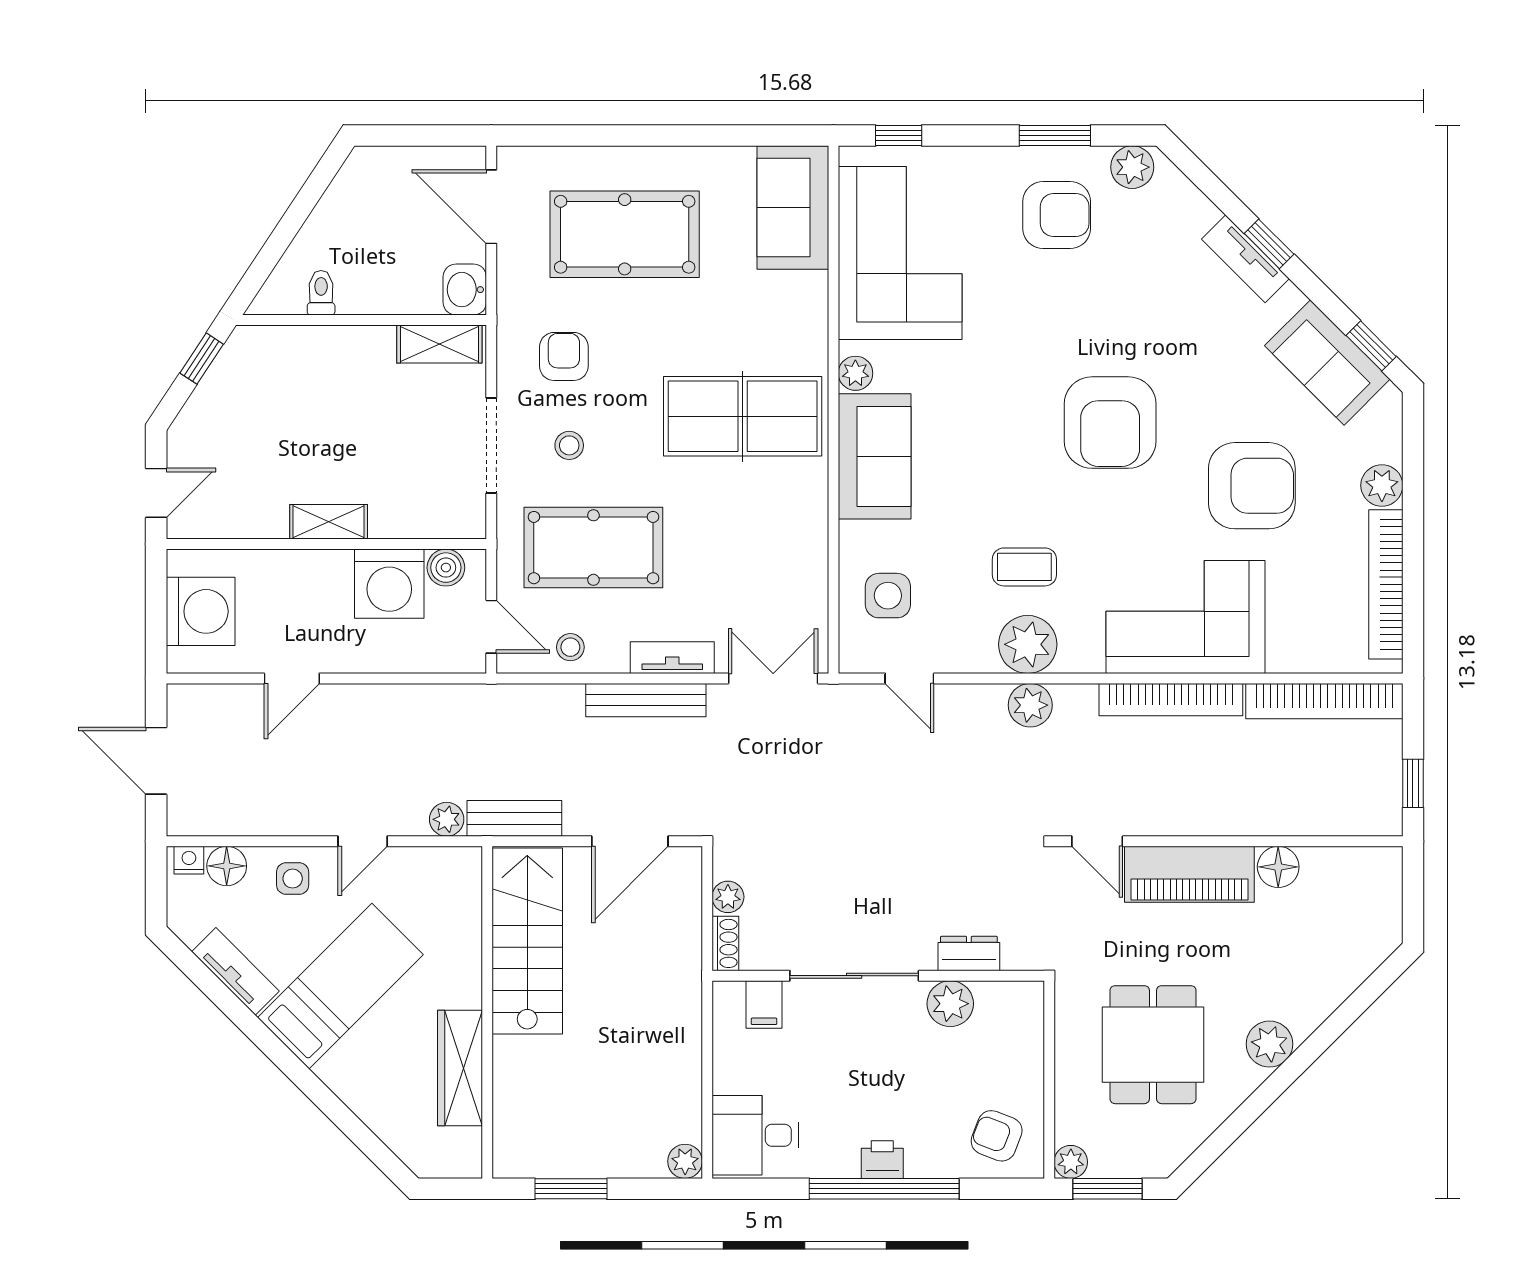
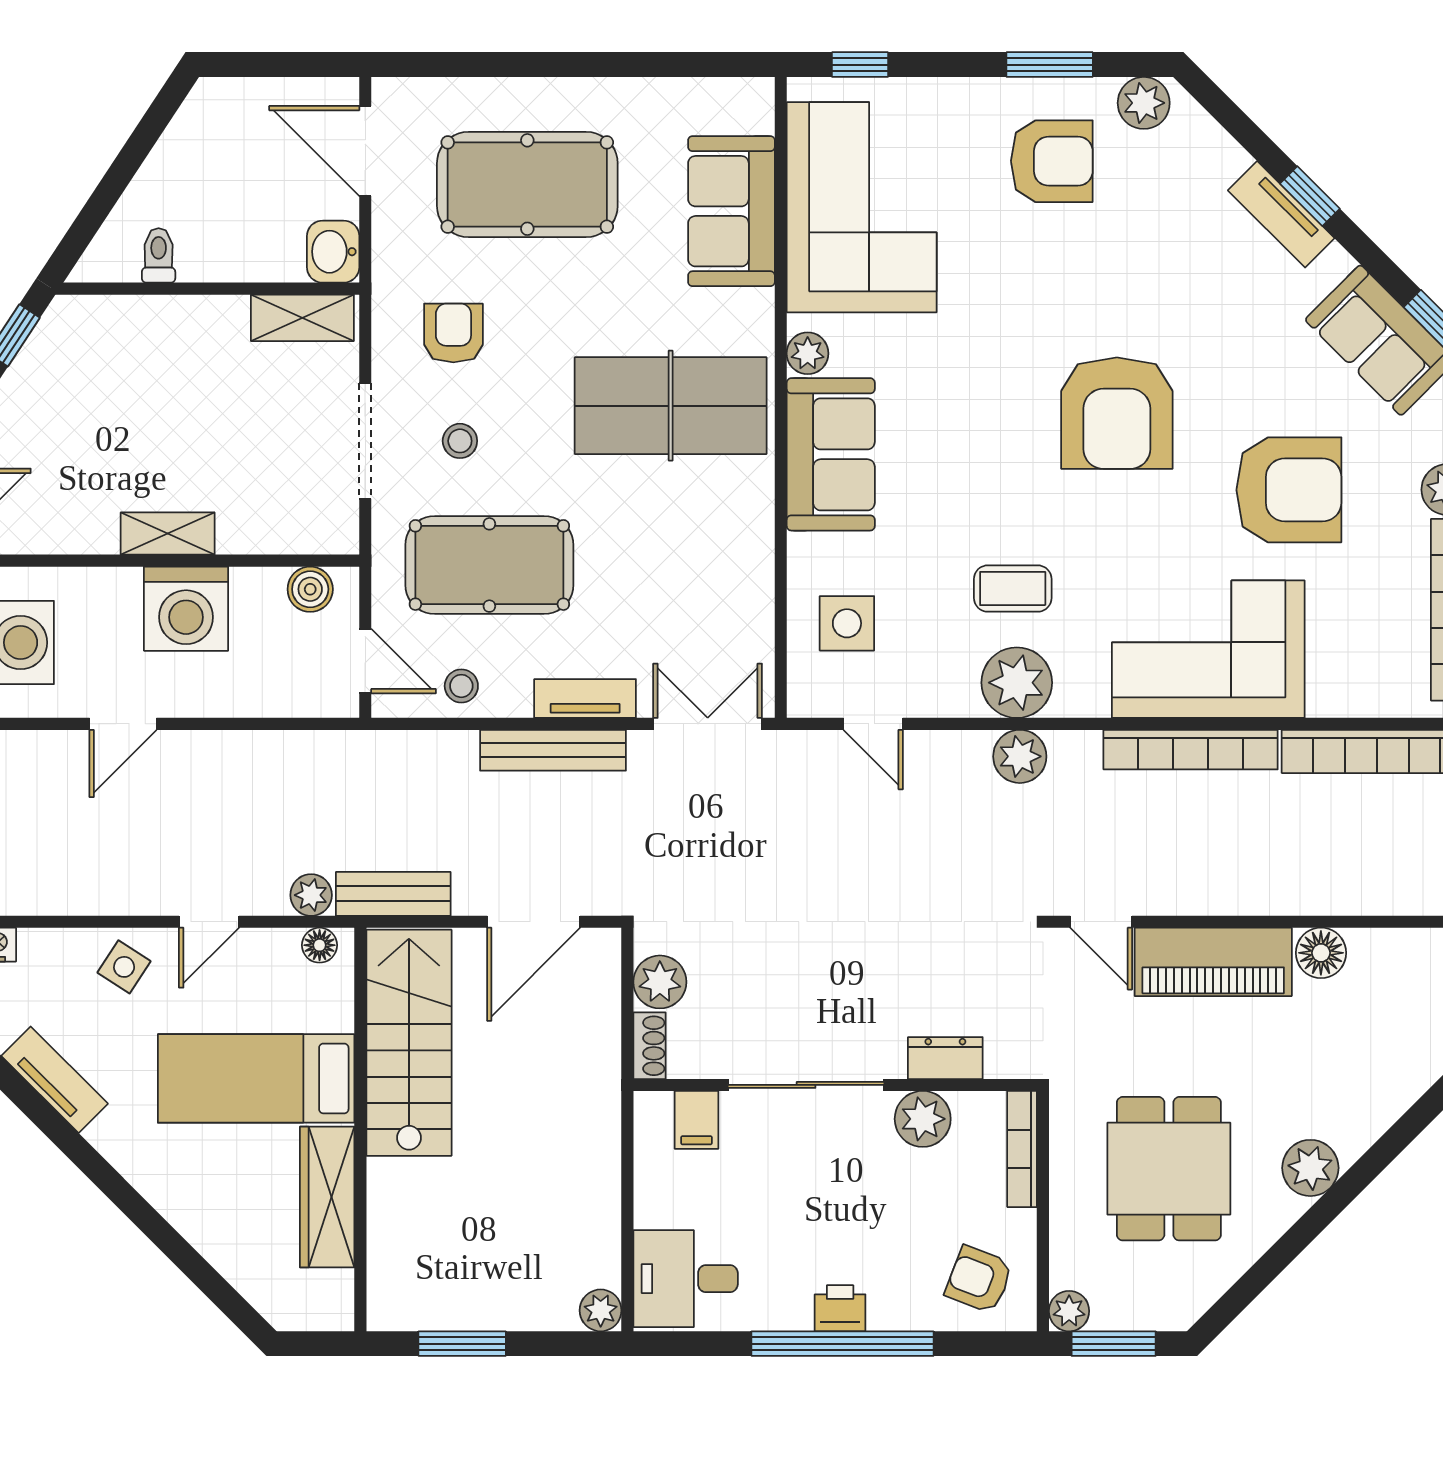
sofa: (793, 207) -> (731, 211), moved
washing machine: (389, 584) -> (186, 609), moved
floor lamp: (227, 866) -> (320, 945), moved, width x0.73, depth x0.73
side table: (293, 879) -> (124, 967), turned 33
plant: (728, 897) -> (660, 982), width x1.38, depth x1.38
bed: (340, 986) -> (256, 1078), moved, turned -135
bookcase: (1032, 1028) -> (1022, 1149), added

